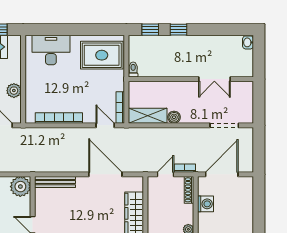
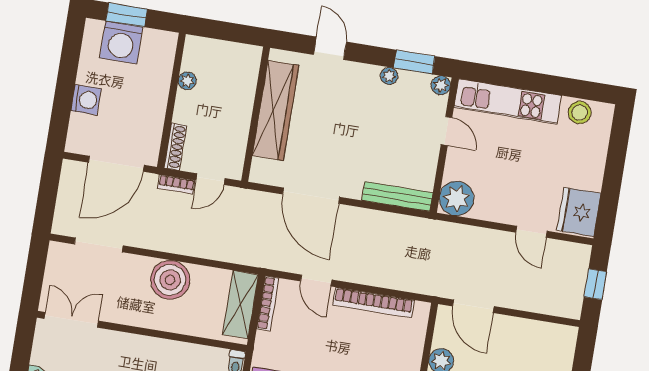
double door: (214, 79) -> (71, 320), moved
shelving: (148, 116) -> (240, 305), moved, turned 90
boiler: (174, 117) -> (170, 280), width x1.86, depth x1.86
door: (105, 125) -> (316, 281), moved
washing machine: (206, 204) -> (86, 100), moved, turned 180

